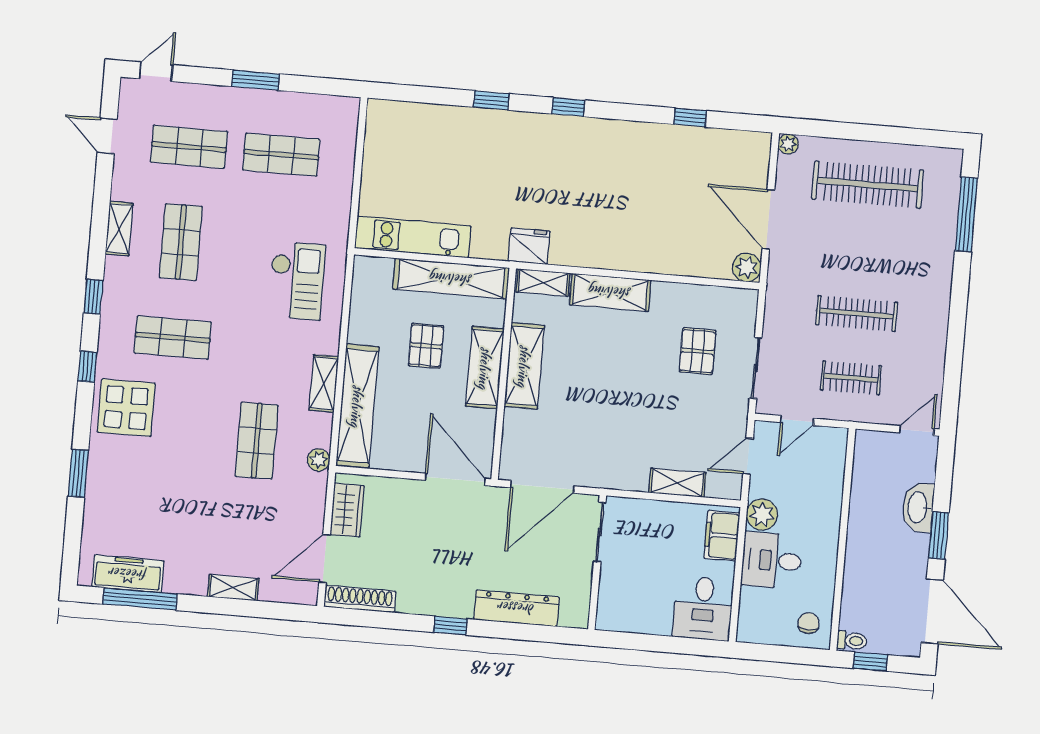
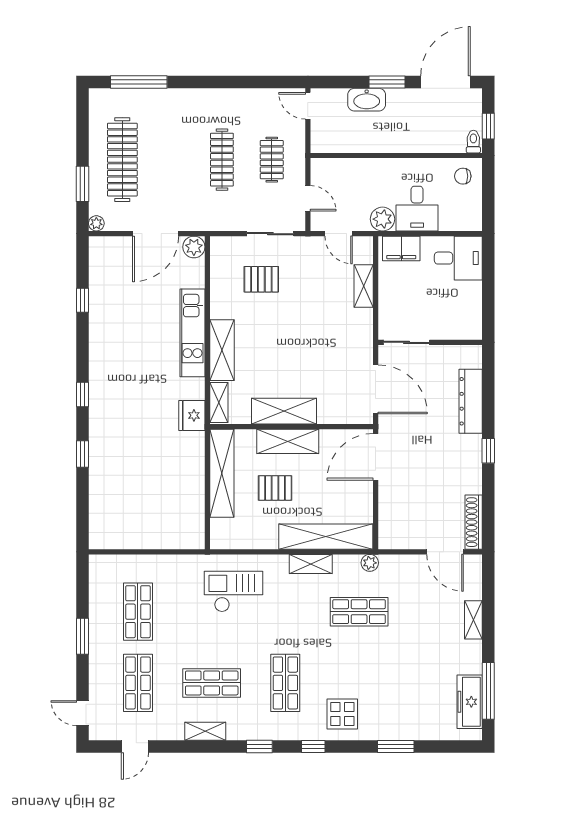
window: (841, 130) -> (82, 184), added
kitchen unit: (413, 237) -> (192, 333), moved
display table: (126, 408) -> (342, 714), width x0.73, depth x0.73
wardrobe: (347, 510) -> (406, 538), removed

